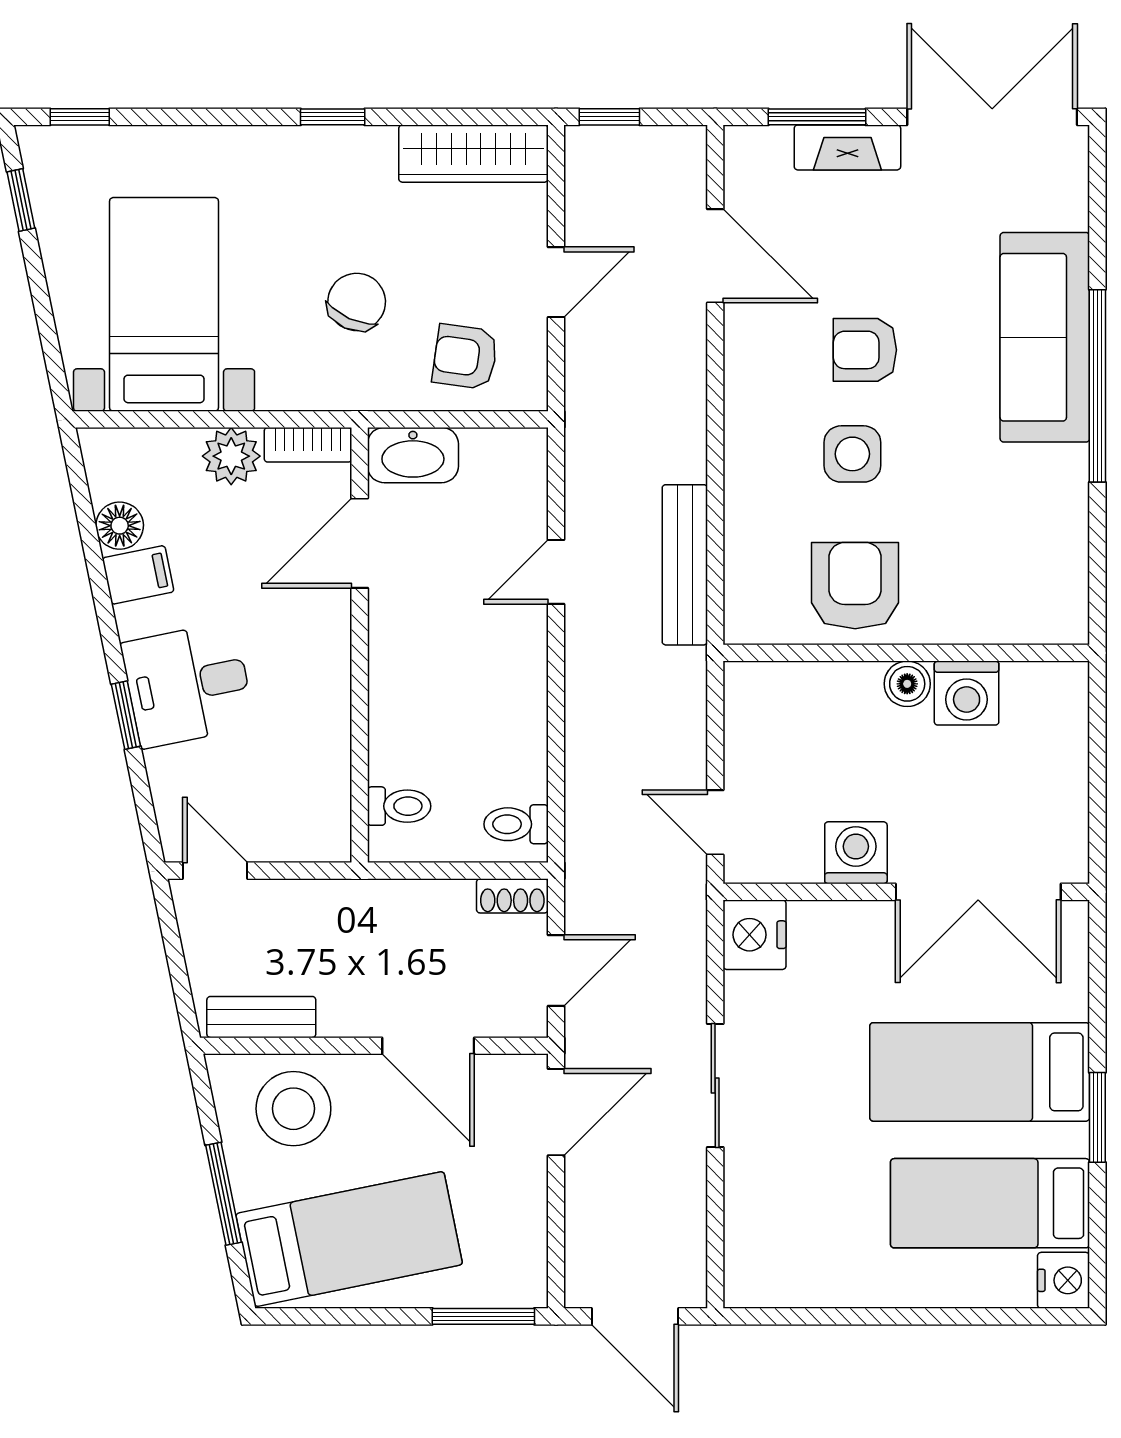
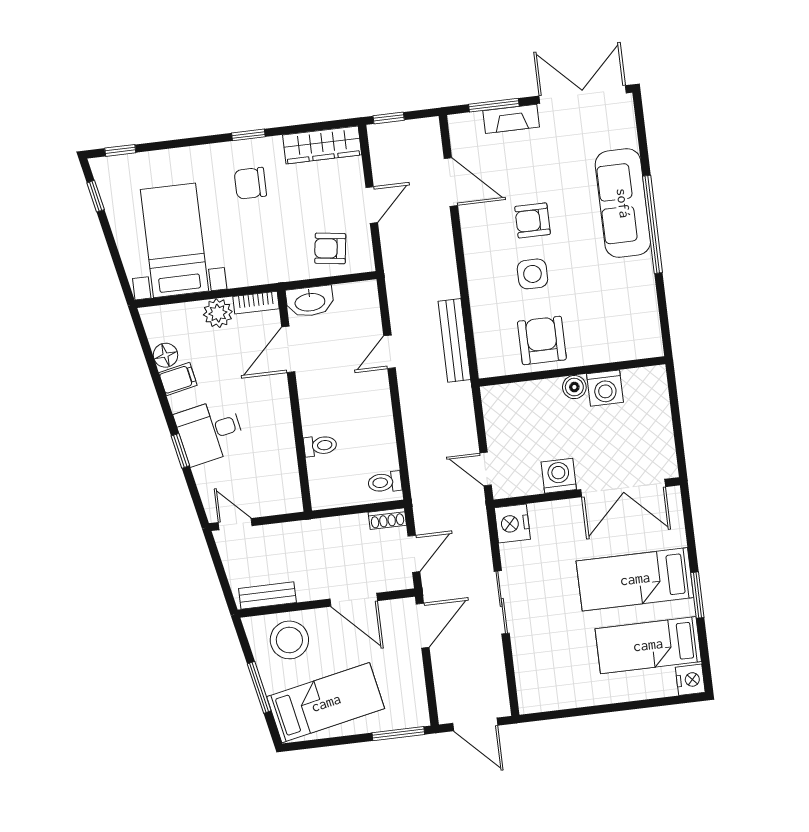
chair: (357, 302) -> (250, 183), moved, turned -114
toilet: (399, 806) -> (320, 446), moved

